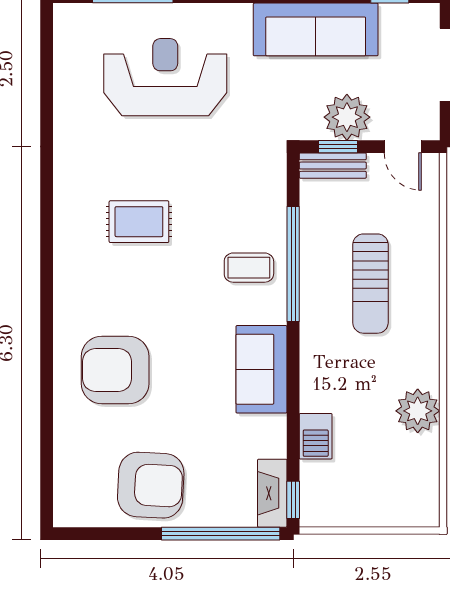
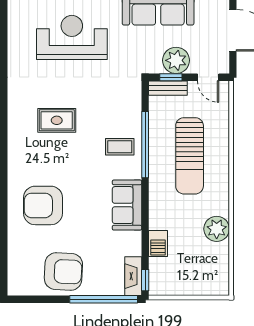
sun lounger: (370, 284) -> (190, 156), width x1.36, depth x1.34

